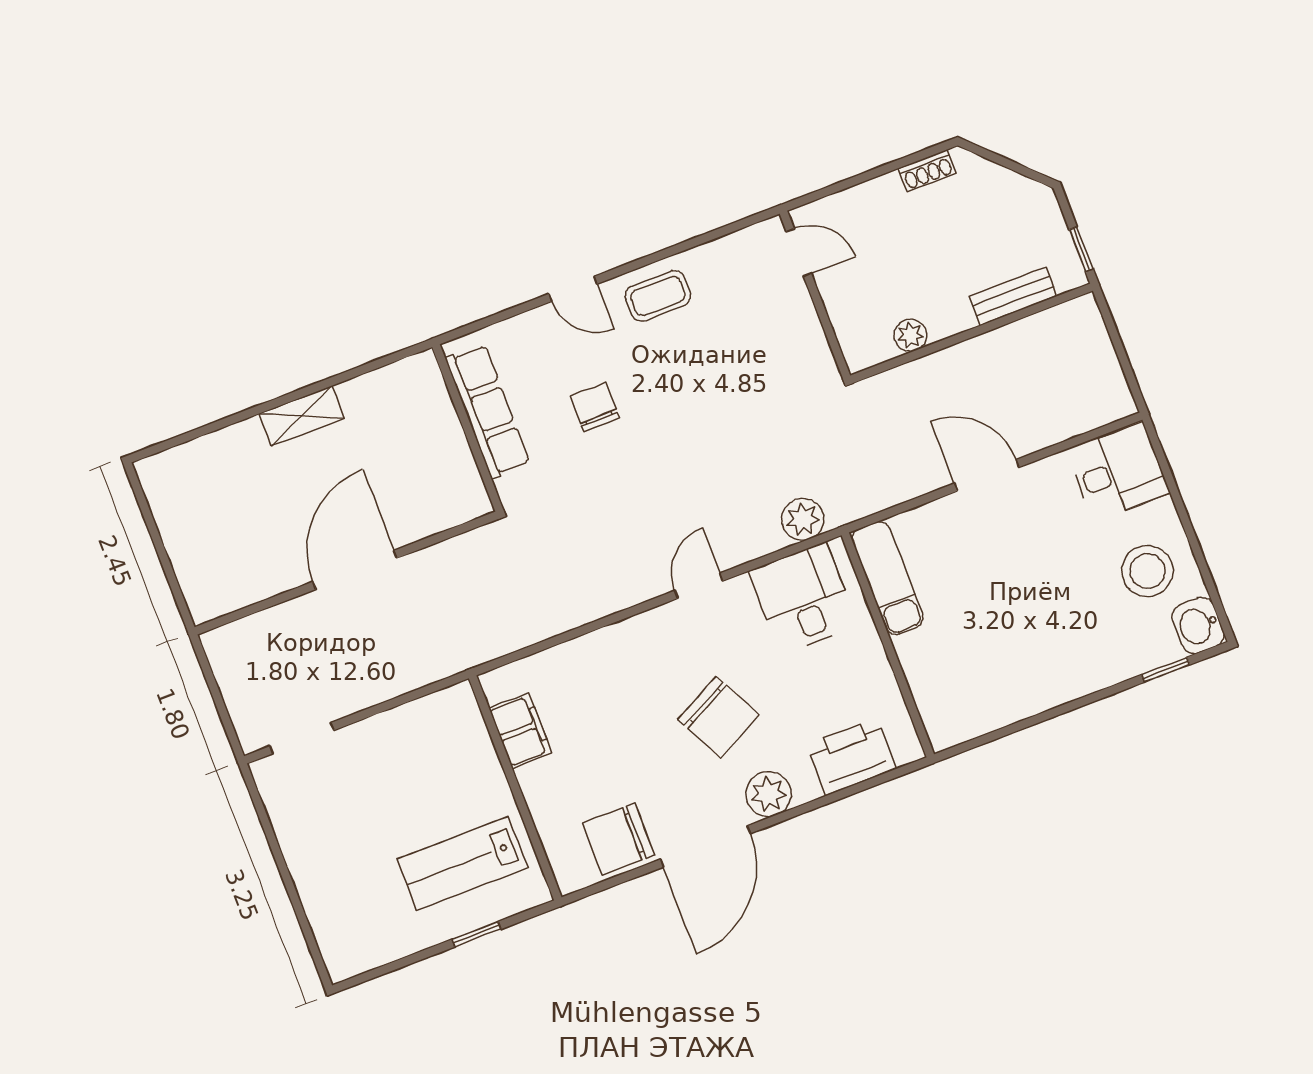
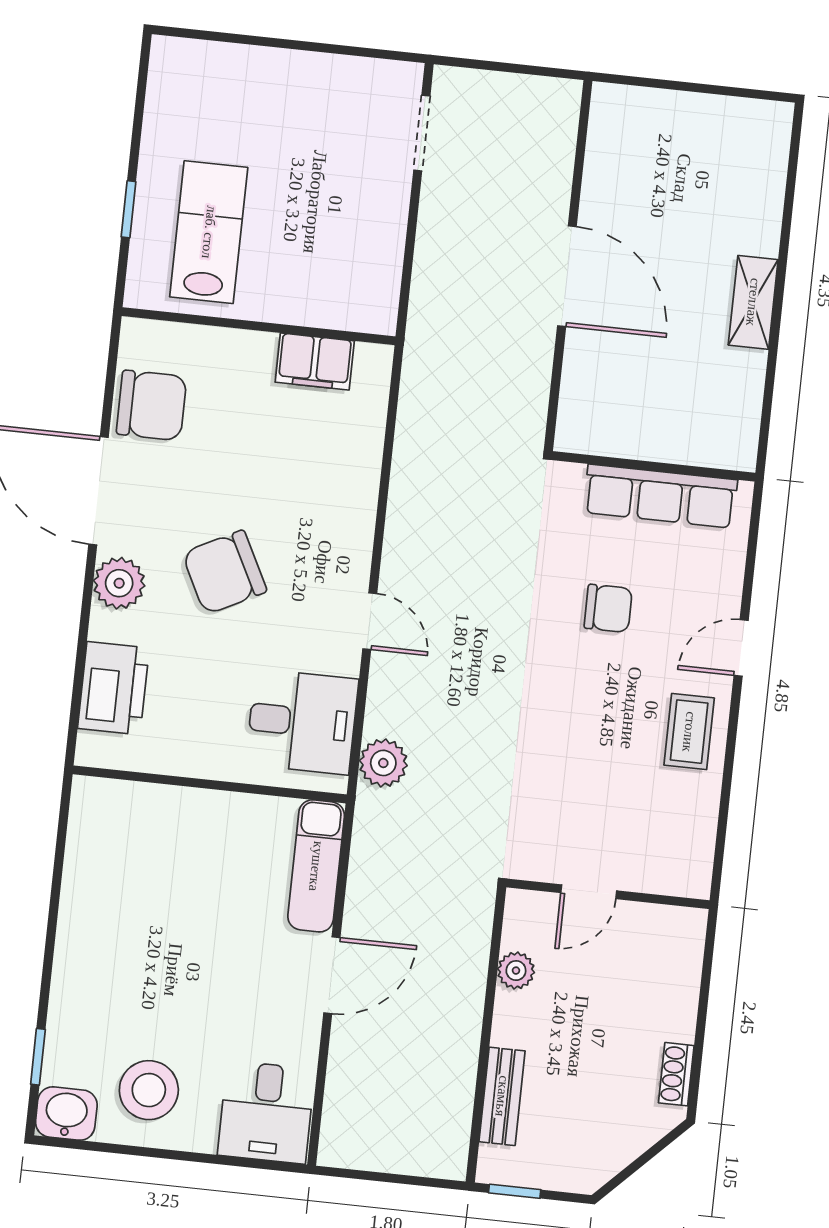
door: (799, 252) -> (589, 892), moved
exam couch: (887, 578) -> (316, 866), moved, turned 90
chair: (618, 839) -> (152, 405), turned 90

